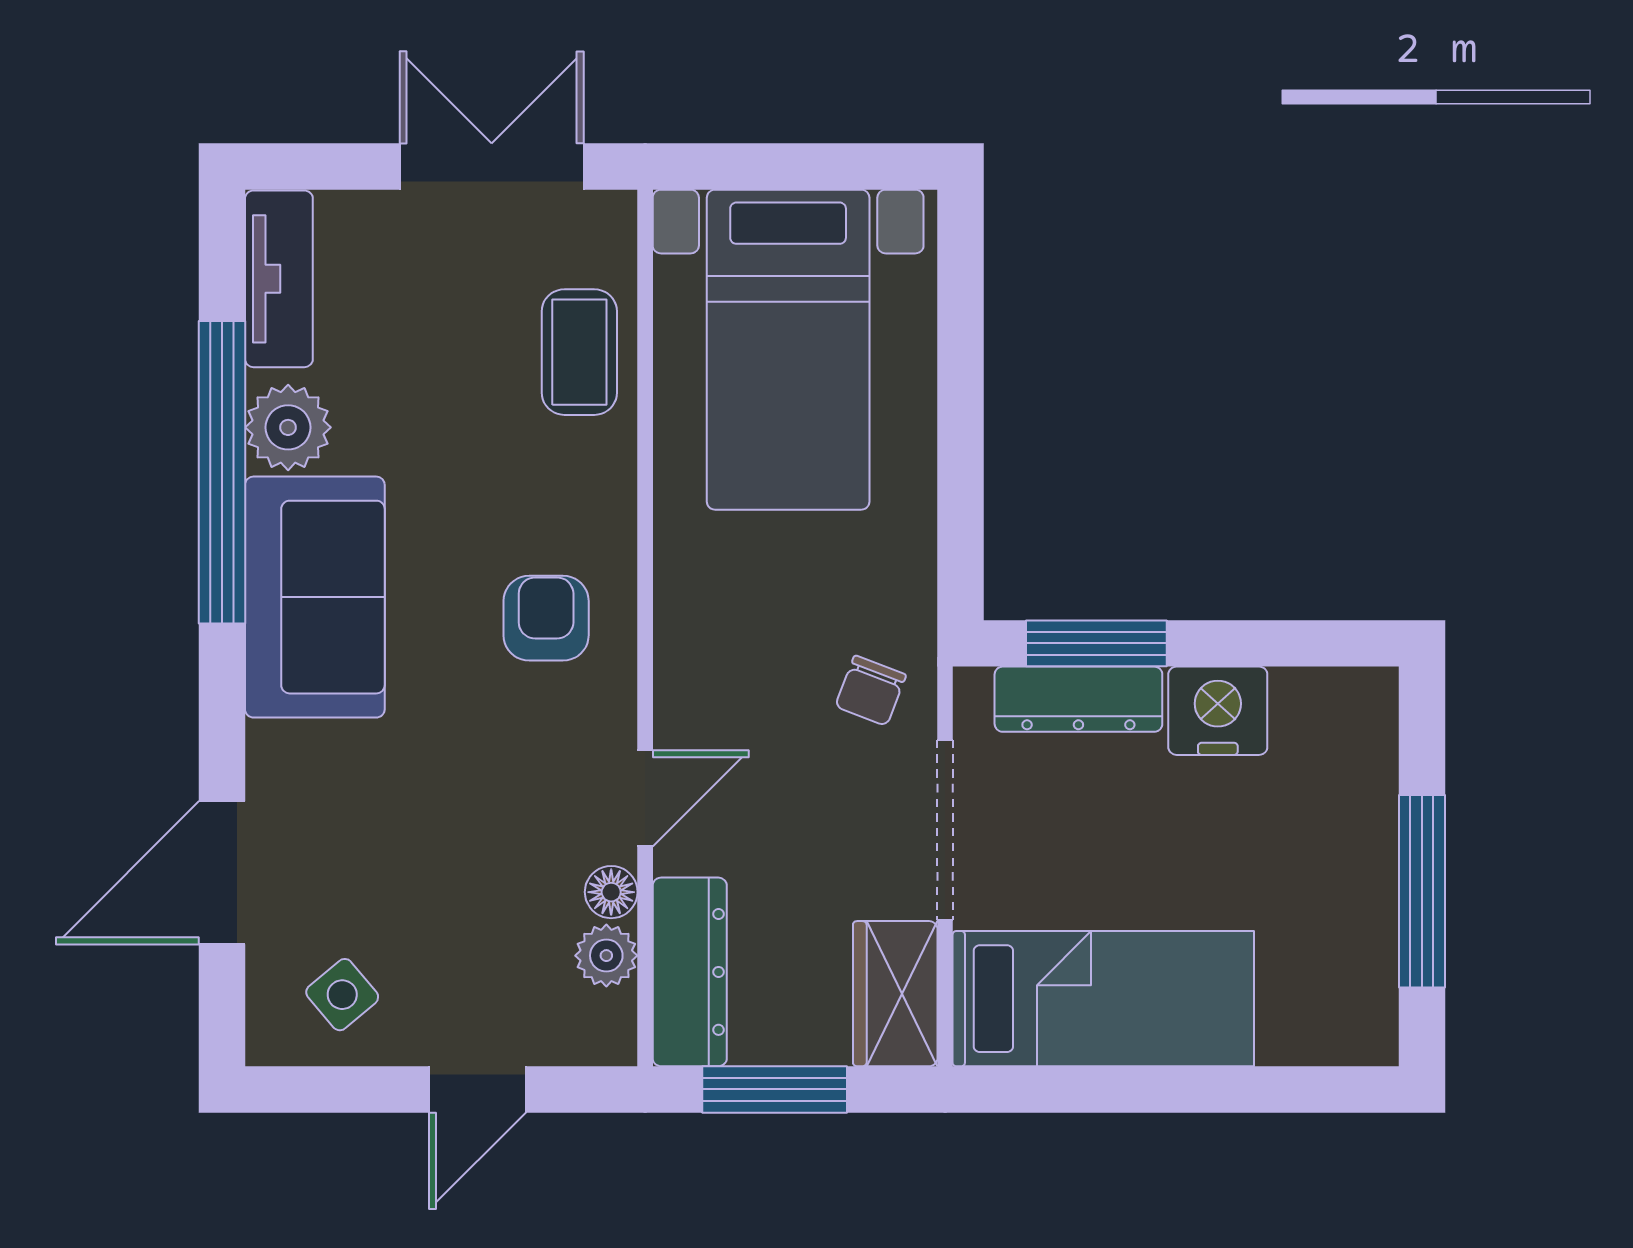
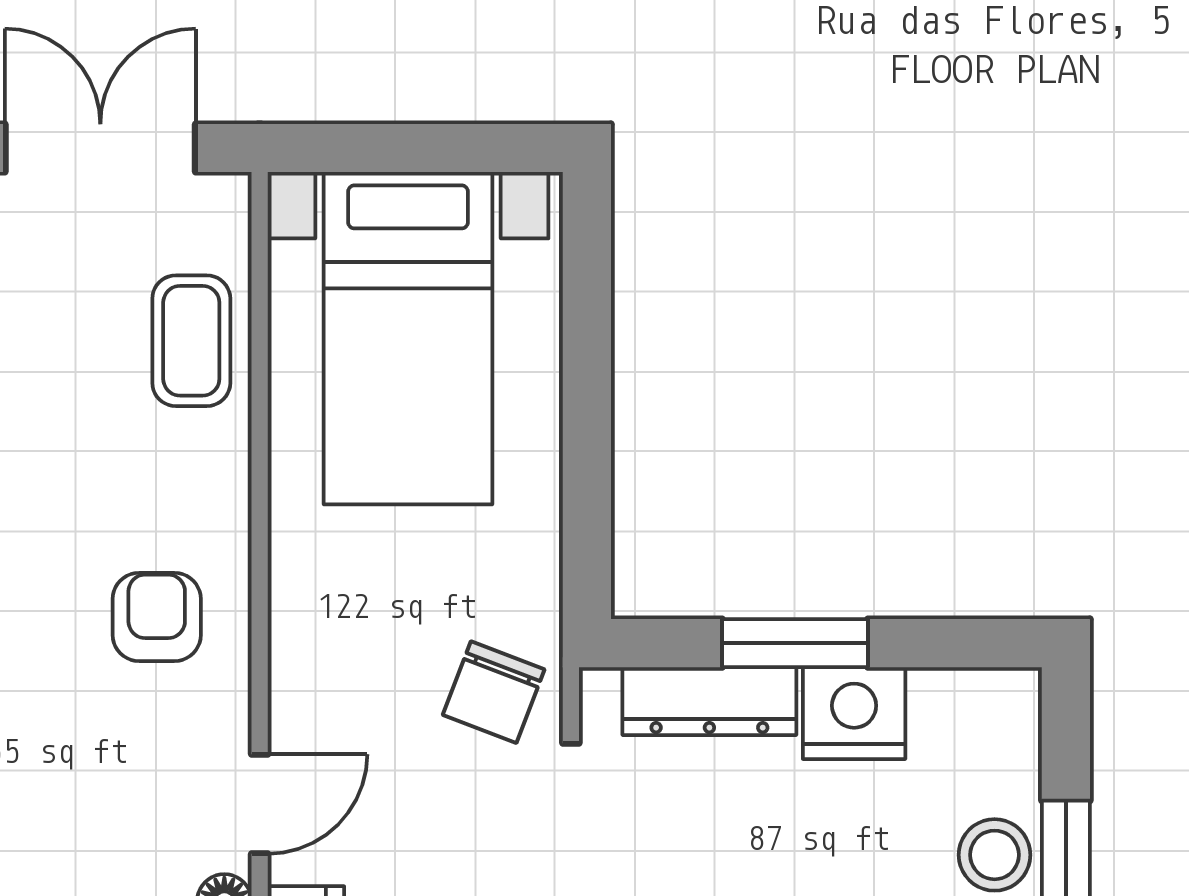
window: (1096, 643) -> (795, 643), moved
chair: (871, 691) -> (494, 692), width x1.37, depth x1.37
stool: (1353, 847) -> (995, 855), added

